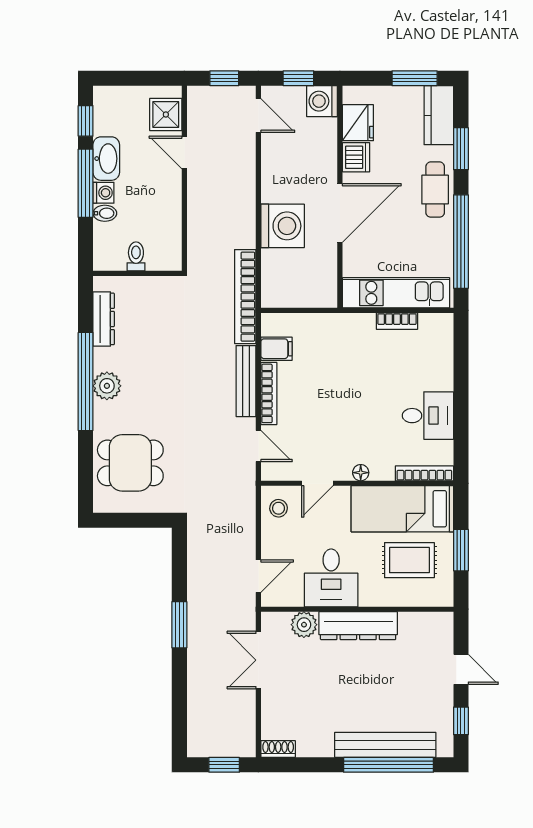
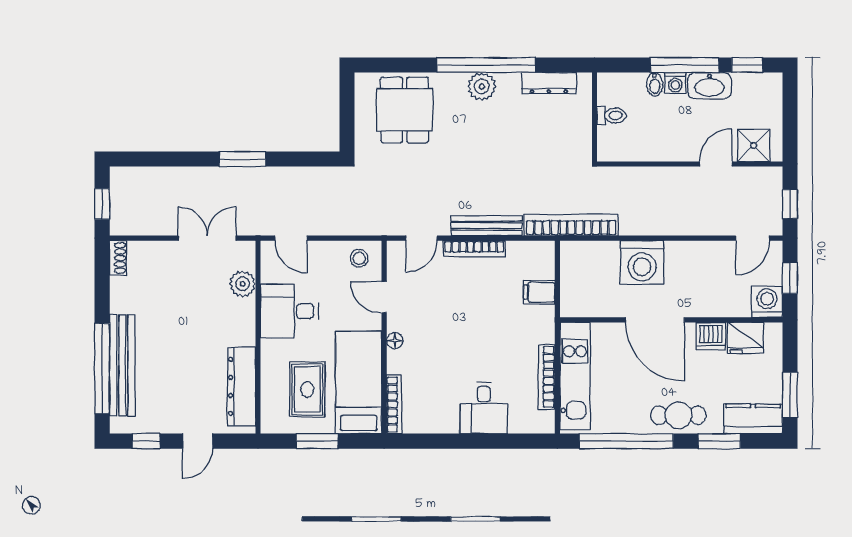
bookcase: (397, 321) -> (547, 377), width x1.56
filing cabinet: (277, 349) -> (539, 292), moved, turned 90
desk: (428, 416) -> (484, 408), moved
dresser: (358, 626) -> (242, 386), moved

